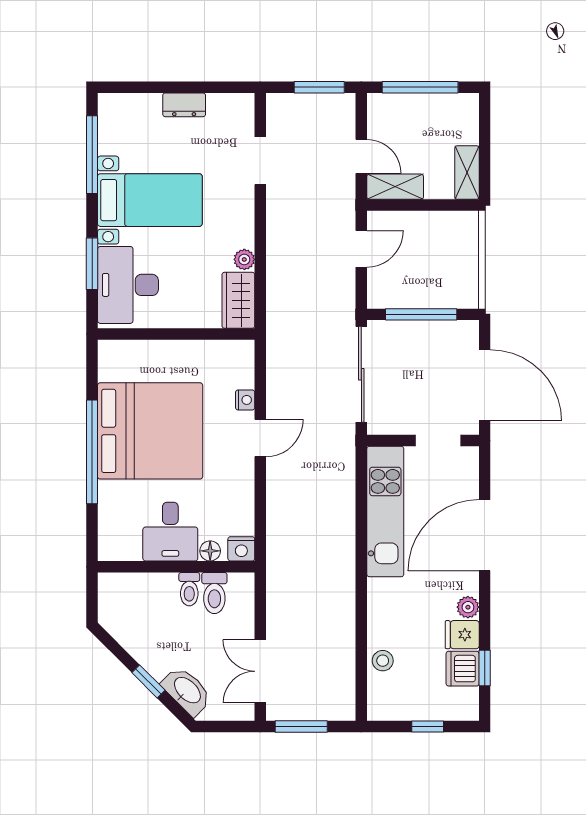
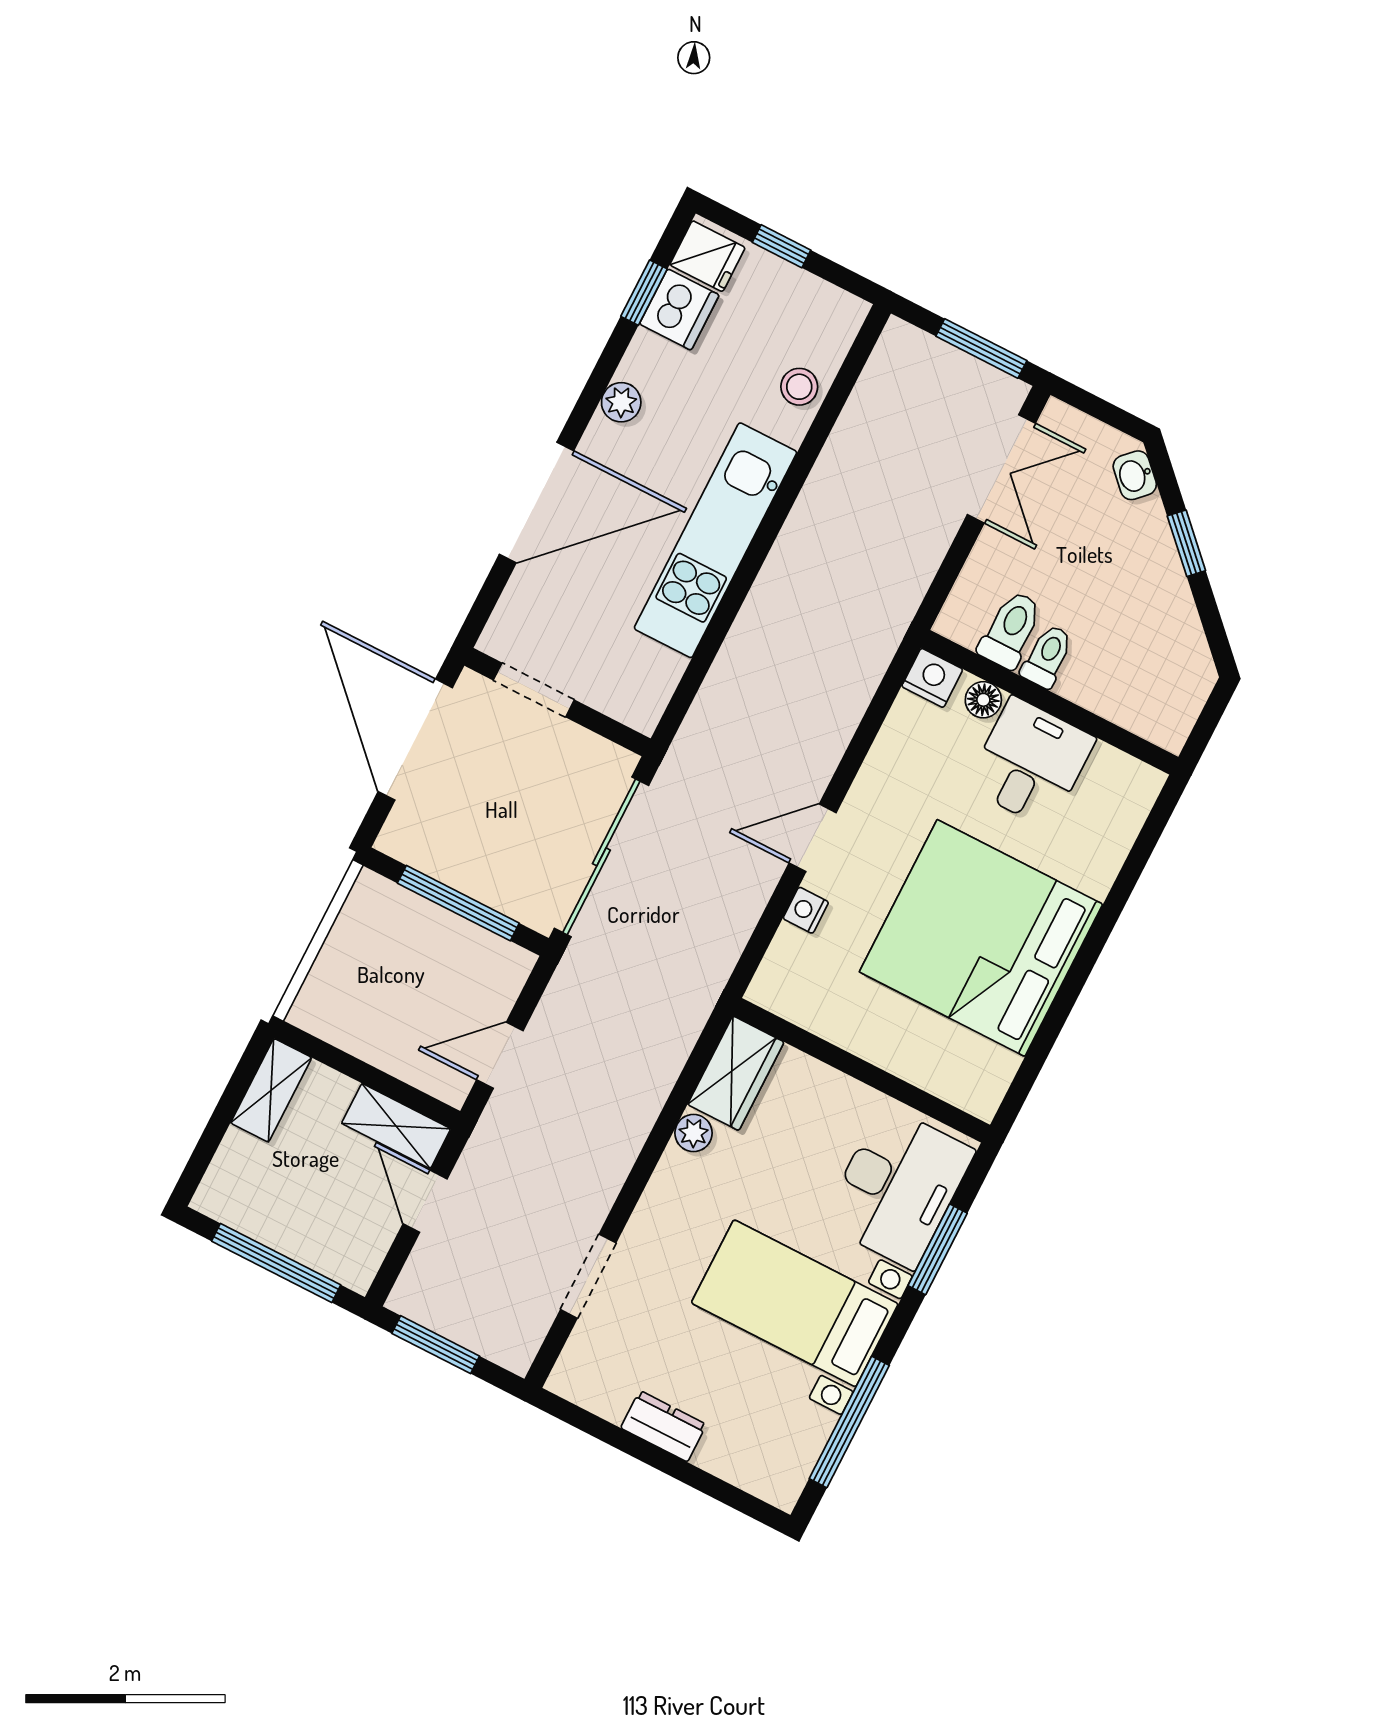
window: (92, 452) -> (1090, 952), removed
kitchen unit: (385, 511) -> (715, 540), moved
fridge: (462, 635) -> (707, 256), moved
washbasin: (187, 691) -> (1135, 475), width x0.52, depth x0.69

